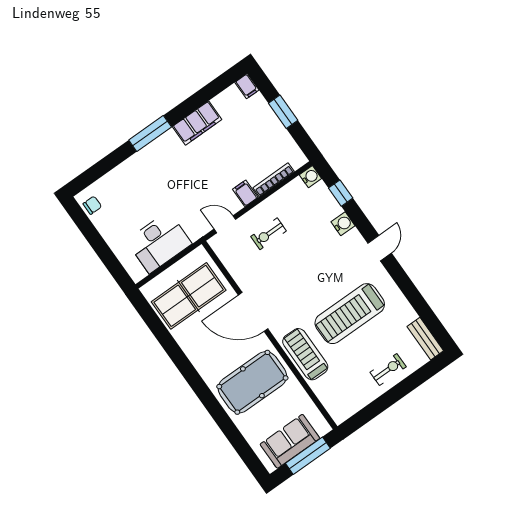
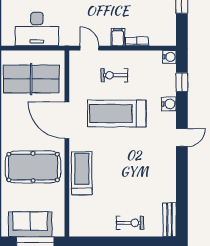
bookcase: (274, 180) -> (137, 41), width x0.64
treadmill: (350, 314) -> (117, 114), moved

